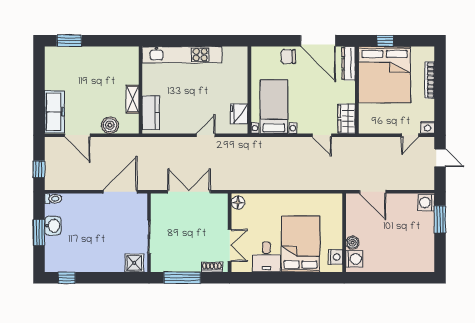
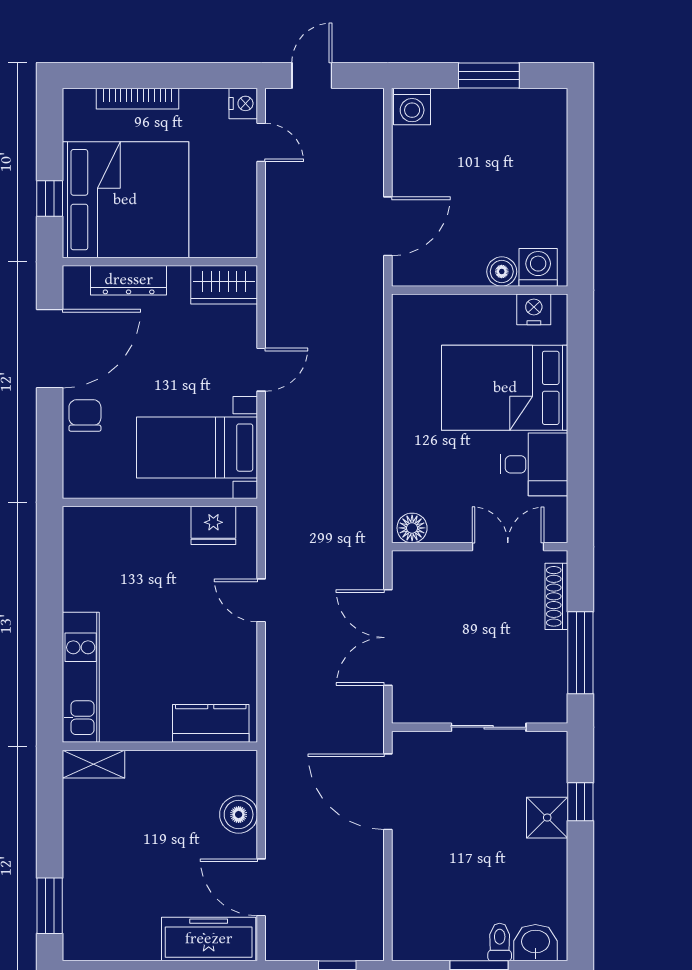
kitchen unit: (182, 55) -> (81, 677), width x0.73
chair: (288, 57) -> (85, 415), turned 180
dresser: (349, 63) -> (129, 280), moved
shelving: (133, 99) -> (93, 764), moved
door: (77, 135) -> (261, 887), swing flipped
door: (322, 135) -> (261, 370), moved
toilet: (53, 199) -> (500, 942), moved
window: (440, 219) -> (489, 75), moved
washbasin: (53, 226) -> (535, 943), moved
shower: (134, 263) -> (547, 818), moved
shoe rack: (212, 267) -> (556, 596), width x1.43
window: (67, 278) -> (580, 802), moved

